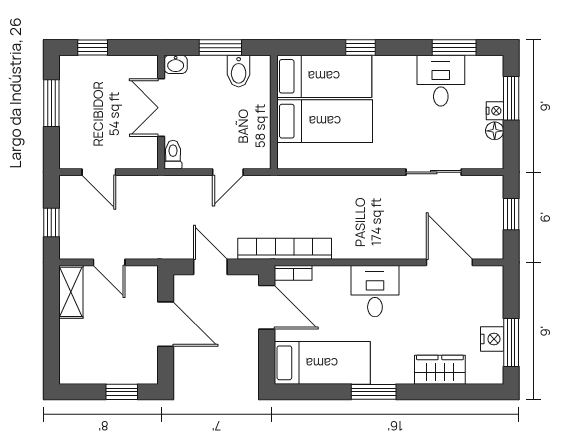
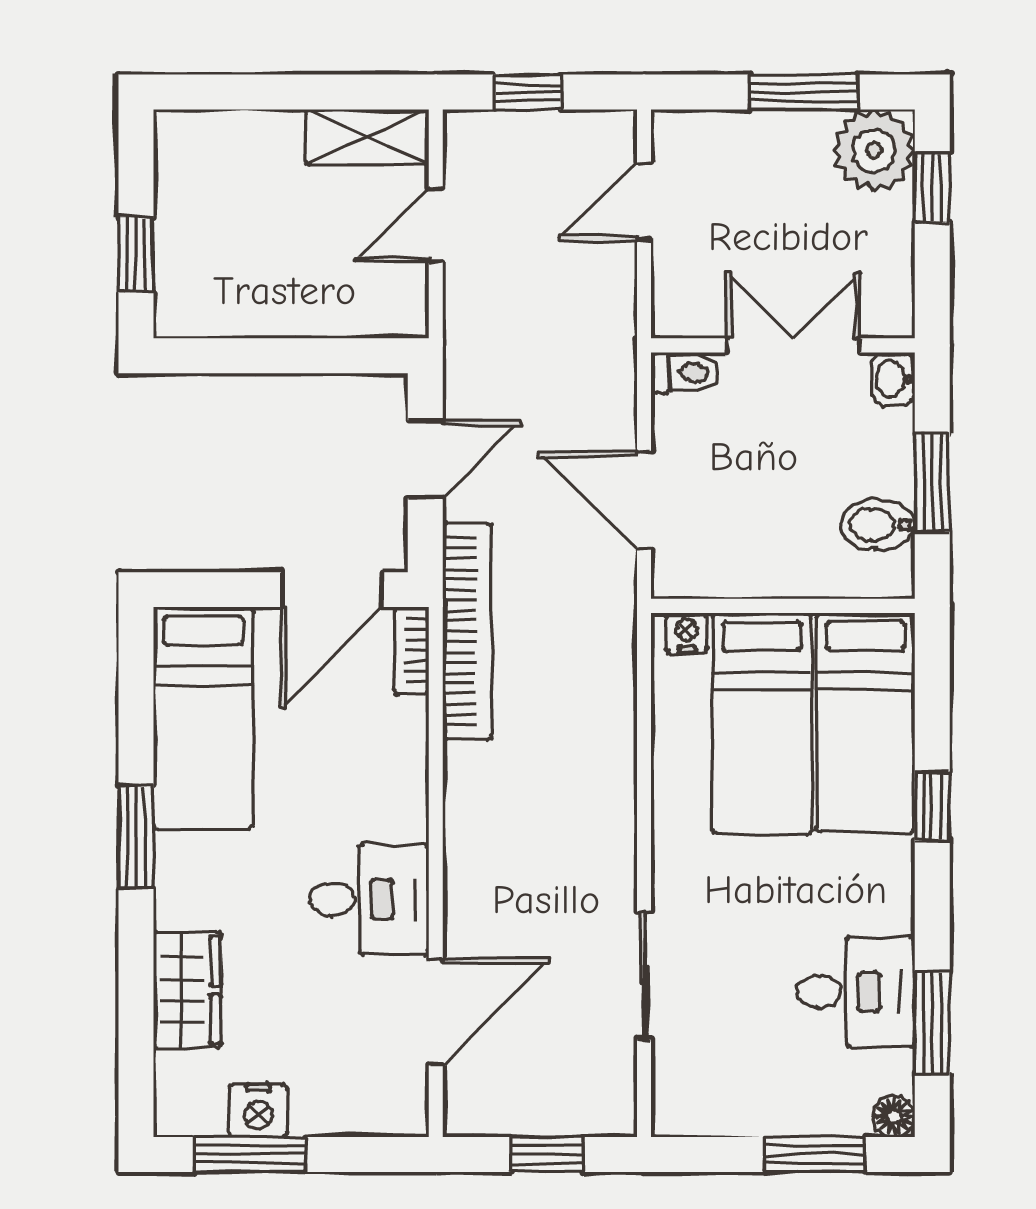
plant: (77, 73) -> (874, 150), added
nightstand: (495, 111) -> (687, 633), moved, turned 180
floor lamp: (495, 131) -> (894, 1116), moved
door: (228, 172) -> (644, 500), width x1.37
desk: (375, 291) -> (369, 899), moved
door: (166, 324) -> (293, 356), removed

